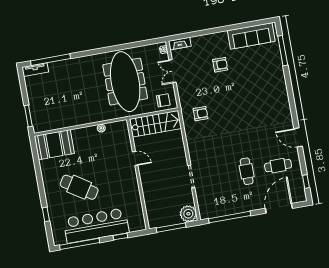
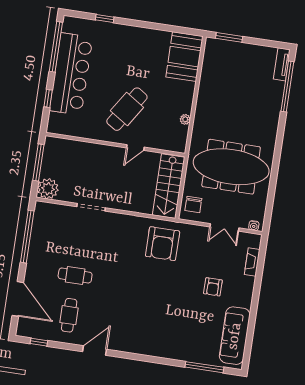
fireplace: (180, 44) -> (252, 262), moved
double door: (173, 71) -> (224, 227), swing flipped
armchair: (200, 114) -> (163, 244), width x1.88, depth x1.88
cafe table: (79, 187) -> (127, 109), moved

